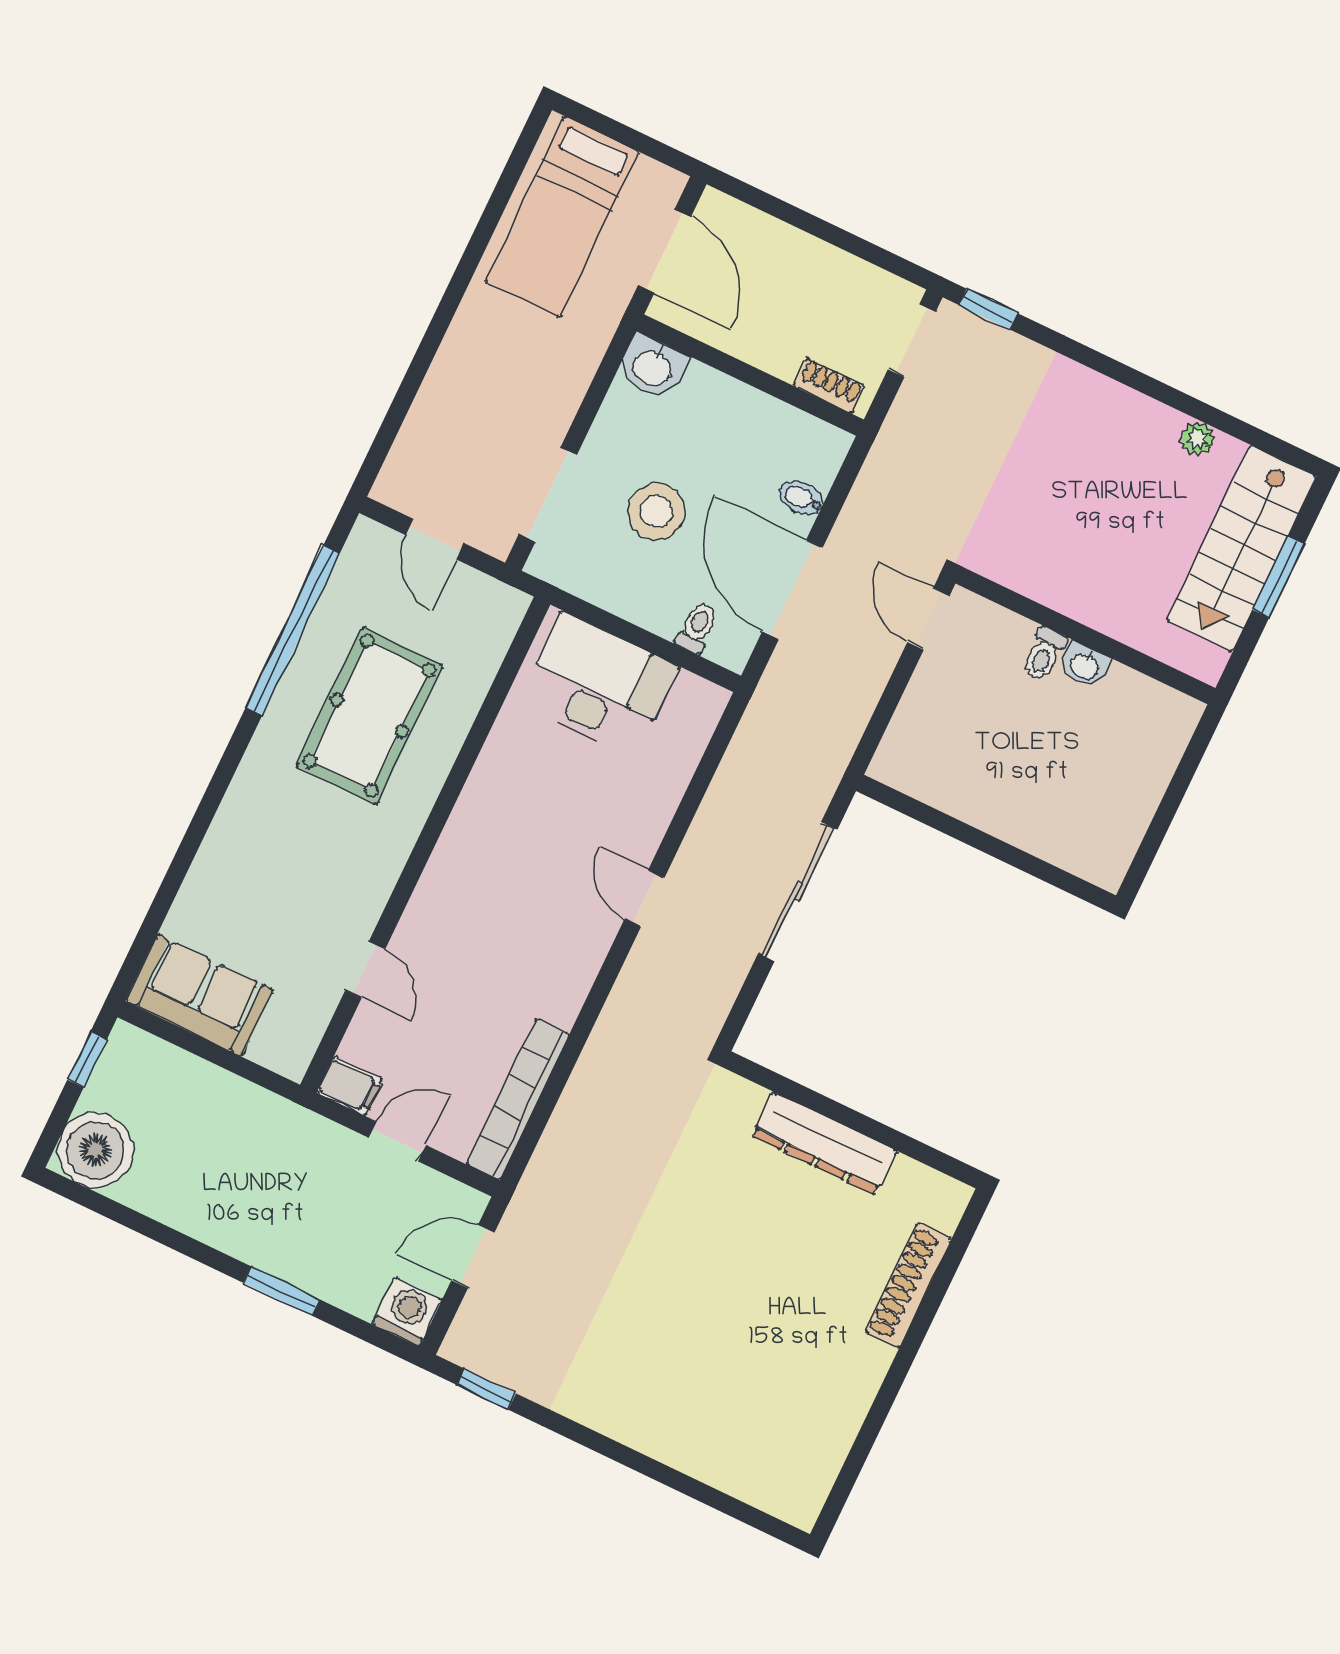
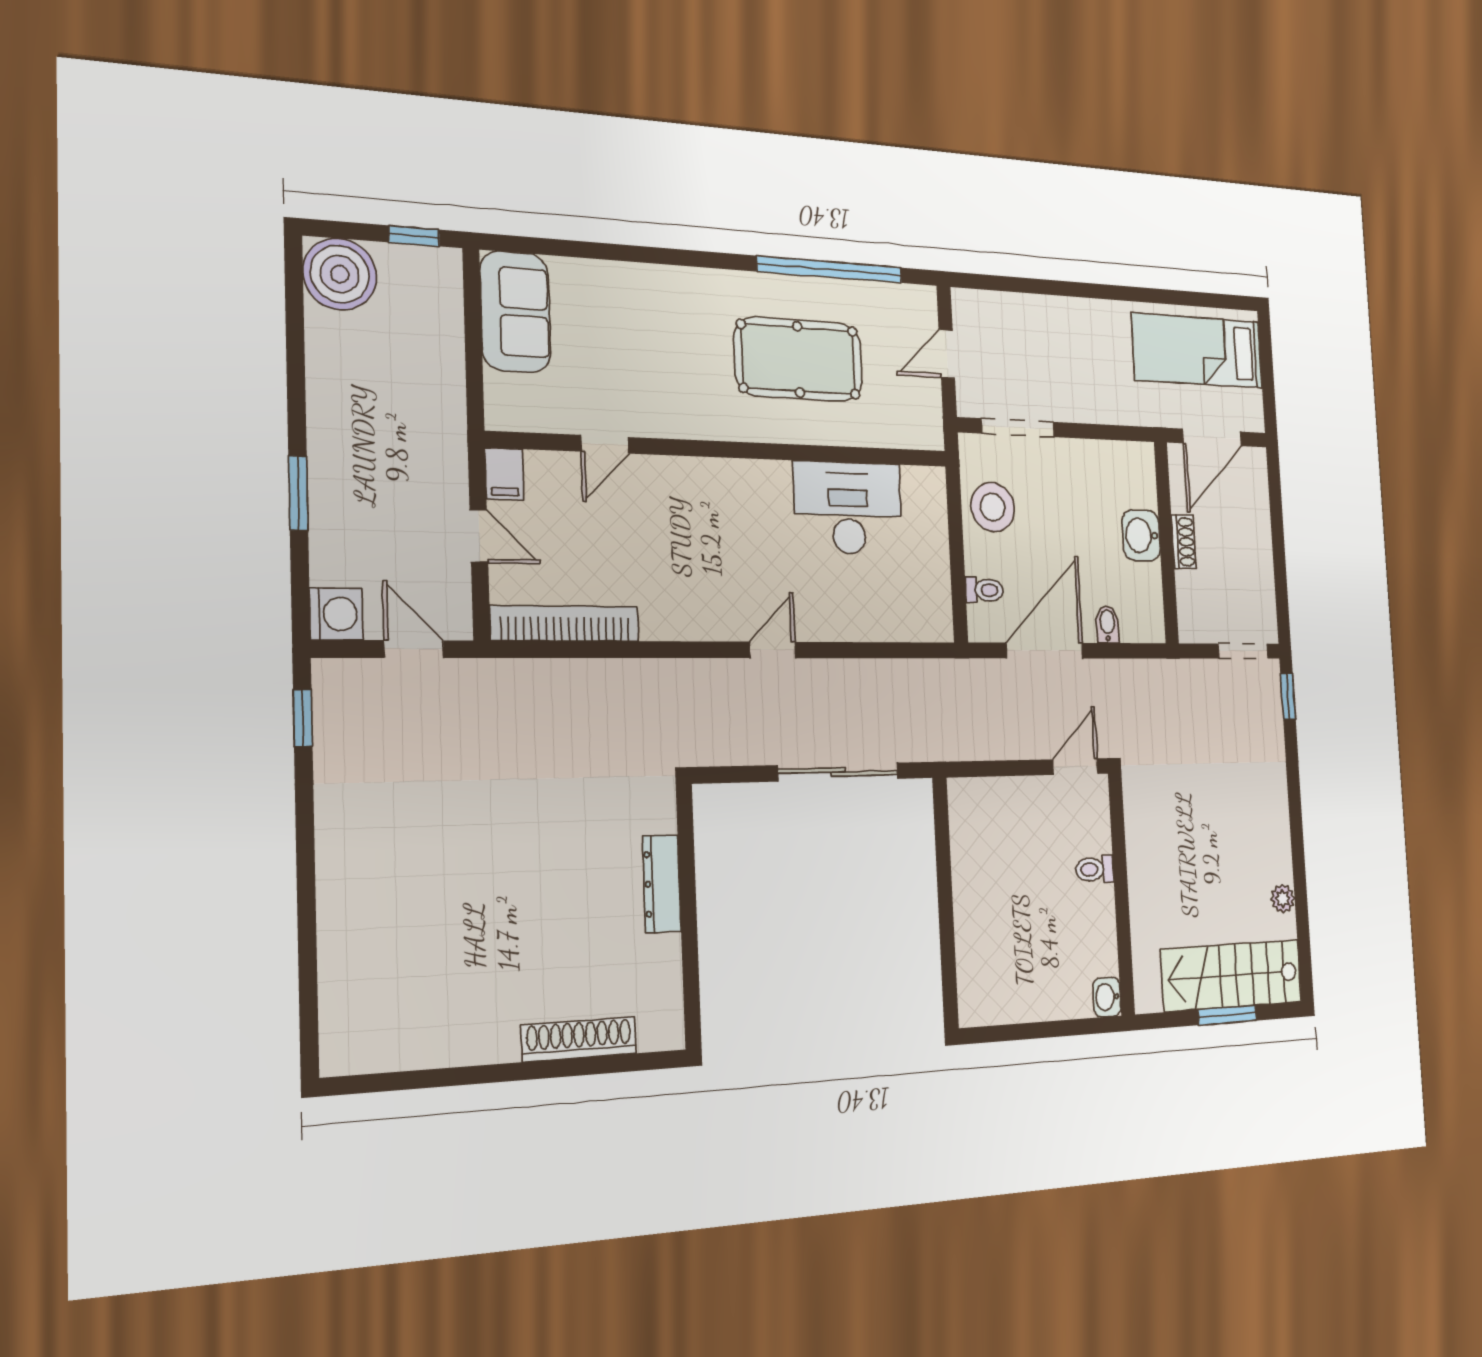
washbasin: (653, 367) -> (1141, 535), moved
shoe rack: (829, 386) -> (1184, 542), moved
stool: (656, 511) -> (993, 507), moved
washbasin: (1085, 665) -> (1107, 997), moved
desk: (599, 685) -> (848, 508), moved, turned -90
dresser: (824, 1143) -> (662, 884), width x0.73, depth x0.80

